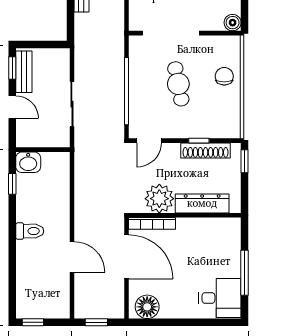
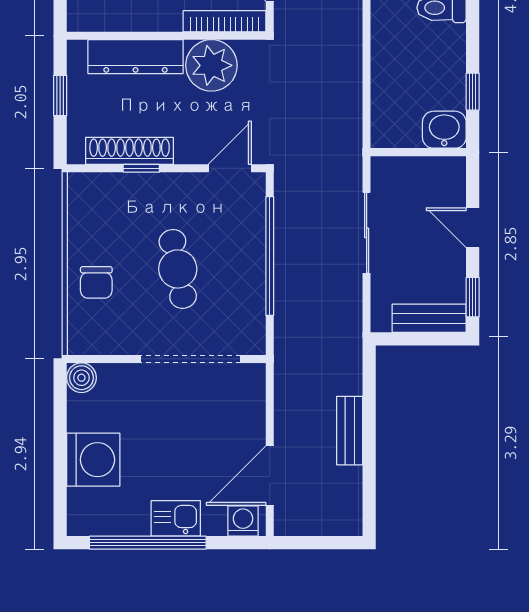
bench: (24, 72) -> (429, 318), moved, turned 90
window: (245, 161) -> (60, 95), moved

